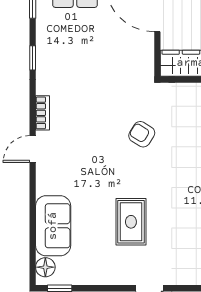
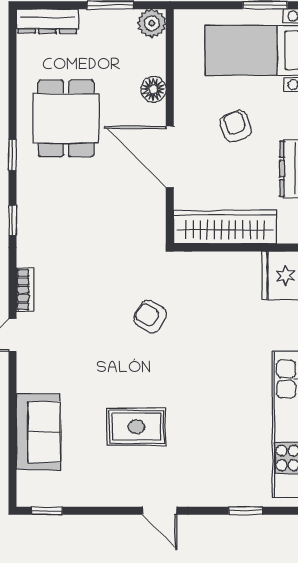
rug: (131, 222) -> (137, 427), turned 90
floor lamp: (45, 267) -> (29, 484), removed

